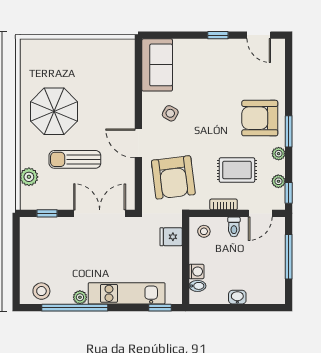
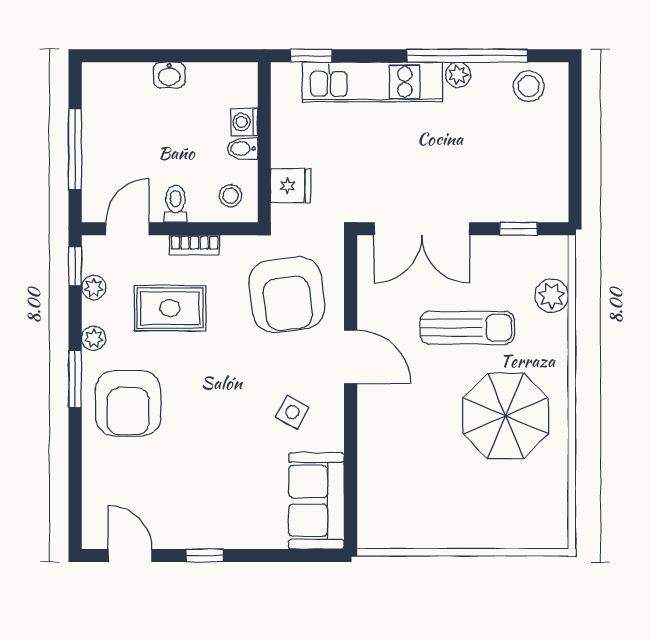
armchair: (260, 118) -> (128, 403), turned 90
armchair: (173, 177) -> (287, 295), turned 180
bidet: (197, 286) -> (242, 148), moved

